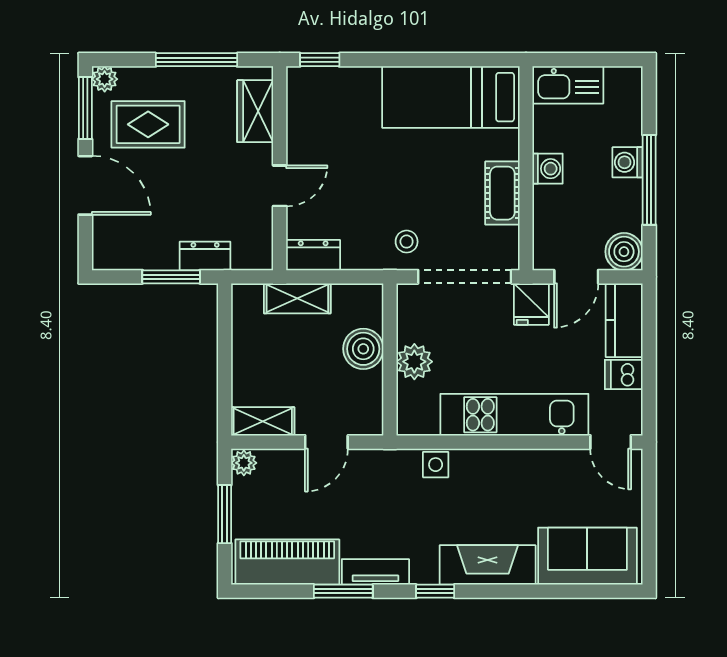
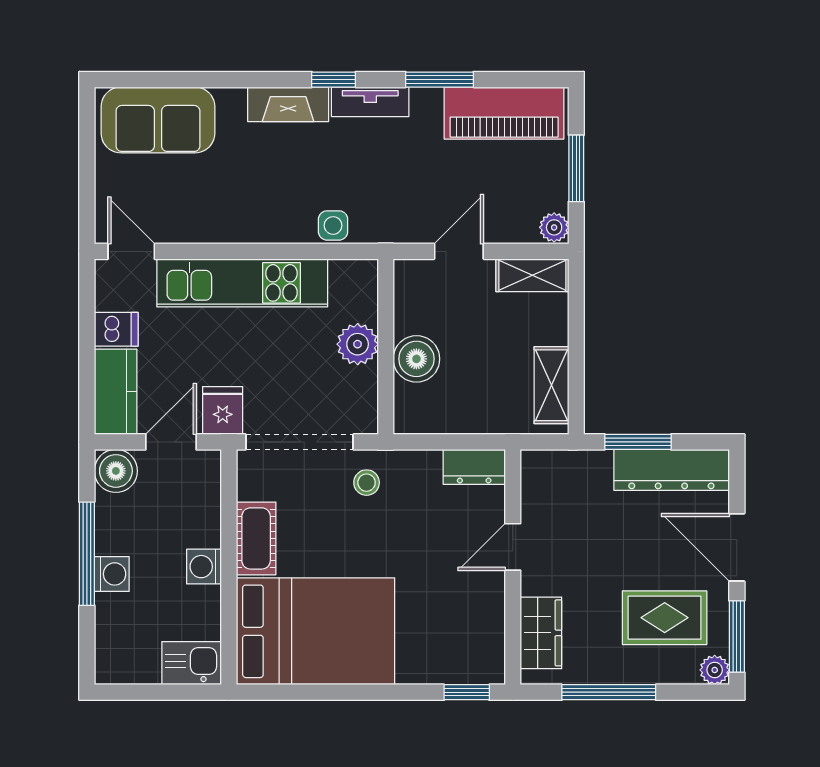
kitchen sink: (568, 85) -> (192, 663), width x0.73
bed: (451, 97) -> (315, 631), width x1.50
dresser: (205, 256) -> (671, 470), moved, width x1.96, depth x1.24
shelving: (297, 298) -> (551, 385), moved, turned 90
fireplace: (488, 565) -> (288, 104), width x0.73, depth x0.76
tv unit: (375, 572) -> (370, 102), moved

